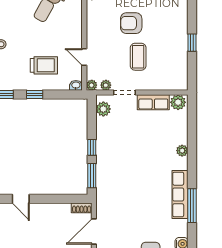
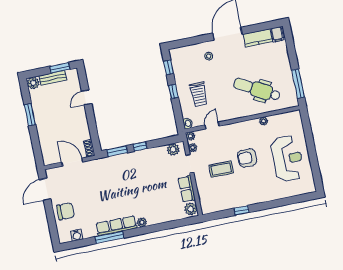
armchair: (131, 23) -> (247, 158), turned -90
plant: (182, 151) -> (142, 222), moved

